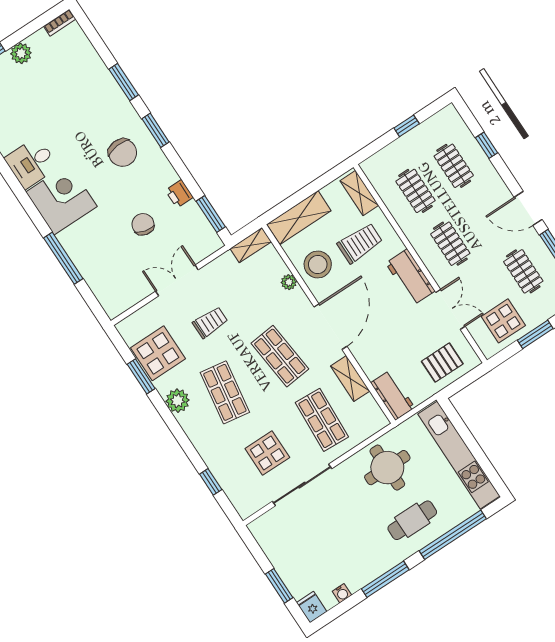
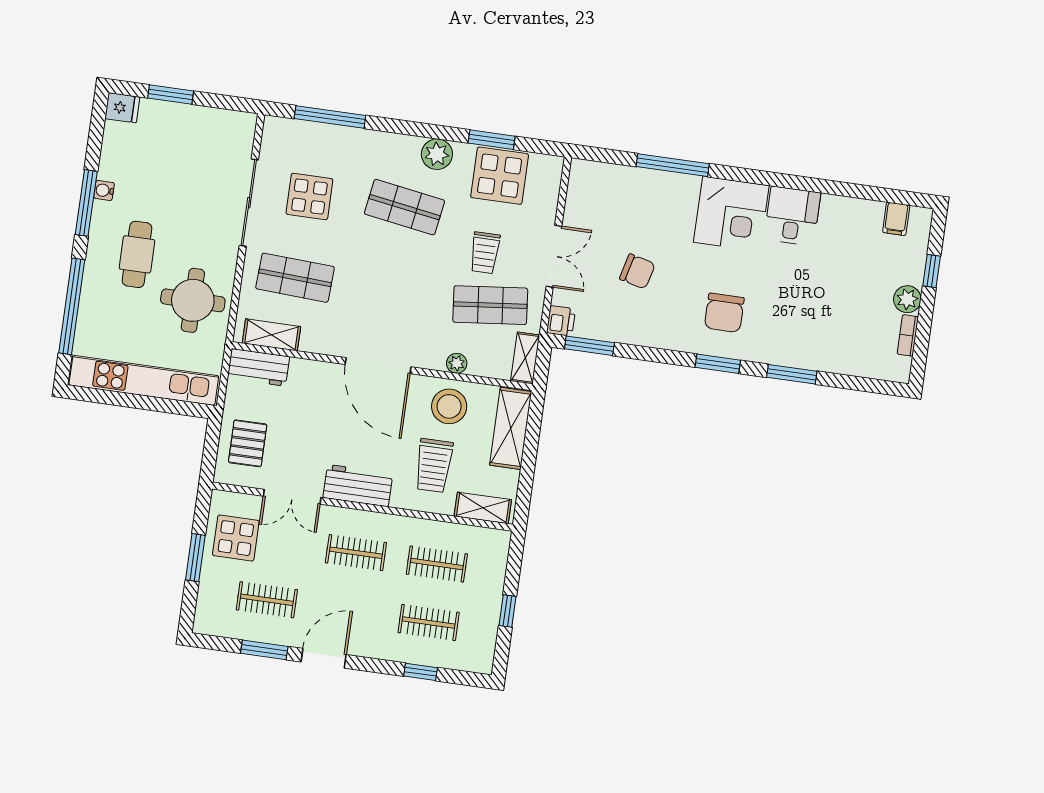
bookcase: (60, 23) -> (908, 335), moved
chair: (123, 153) -> (724, 313), turned -85
printer: (179, 194) -> (561, 321), moved, turned 90
shop shelf: (280, 356) -> (490, 305), moved
shelving: (350, 379) -> (271, 335), moved
window: (211, 482) -> (330, 117), width x2.17
cafe table: (412, 520) -> (137, 254), moved
water cooler: (342, 593) -> (104, 190), moved

